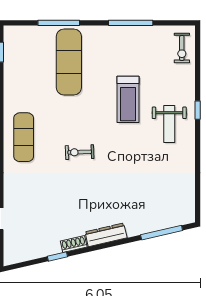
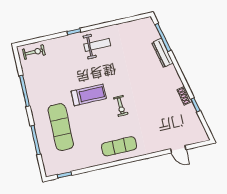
exercise mat: (69, 62) -> (61, 127), turned 90
treadmill: (128, 99) -> (89, 95), moved
weight bench: (169, 124) -> (97, 45), moved
dresser: (106, 235) -> (162, 53), moved

